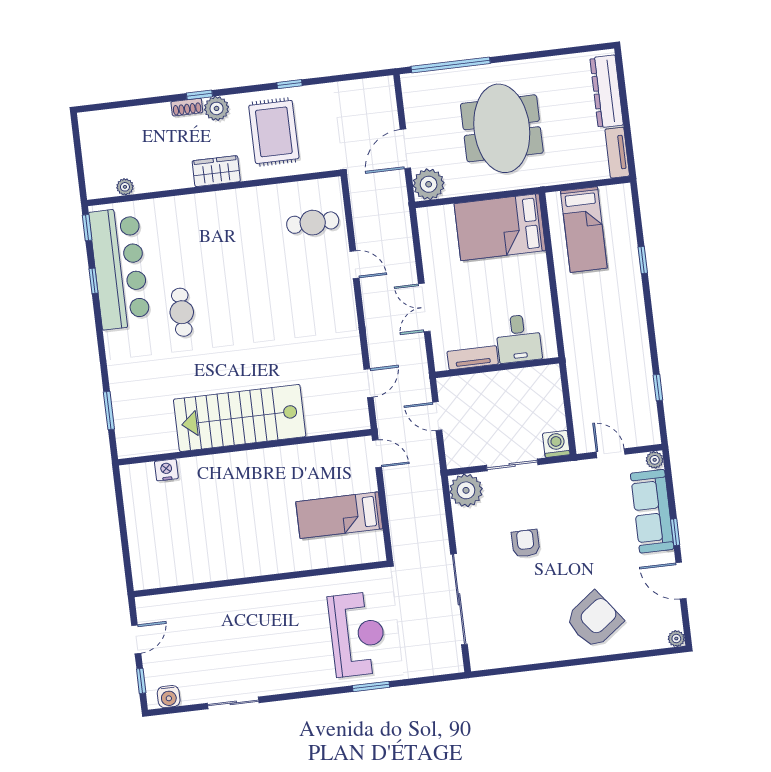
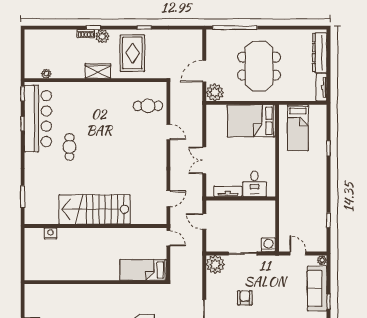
wall: (260, 579) -> (95, 282), moved

